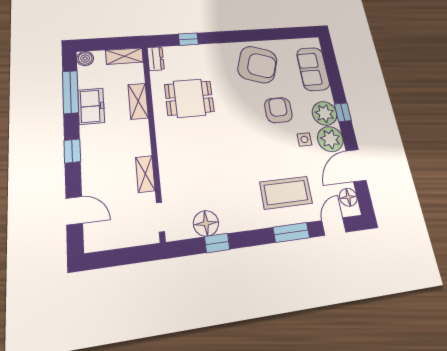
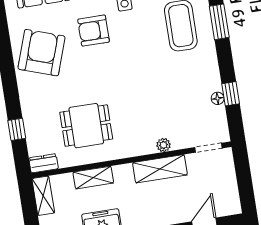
dining table: (189, 98) -> (86, 126), turned 90
plant: (166, 170) -> (163, 145), added
shelving: (145, 174) -> (160, 169), width x1.50, depth x1.33
floor lamp: (206, 223) -> (218, 98), width x0.53, depth x0.53

